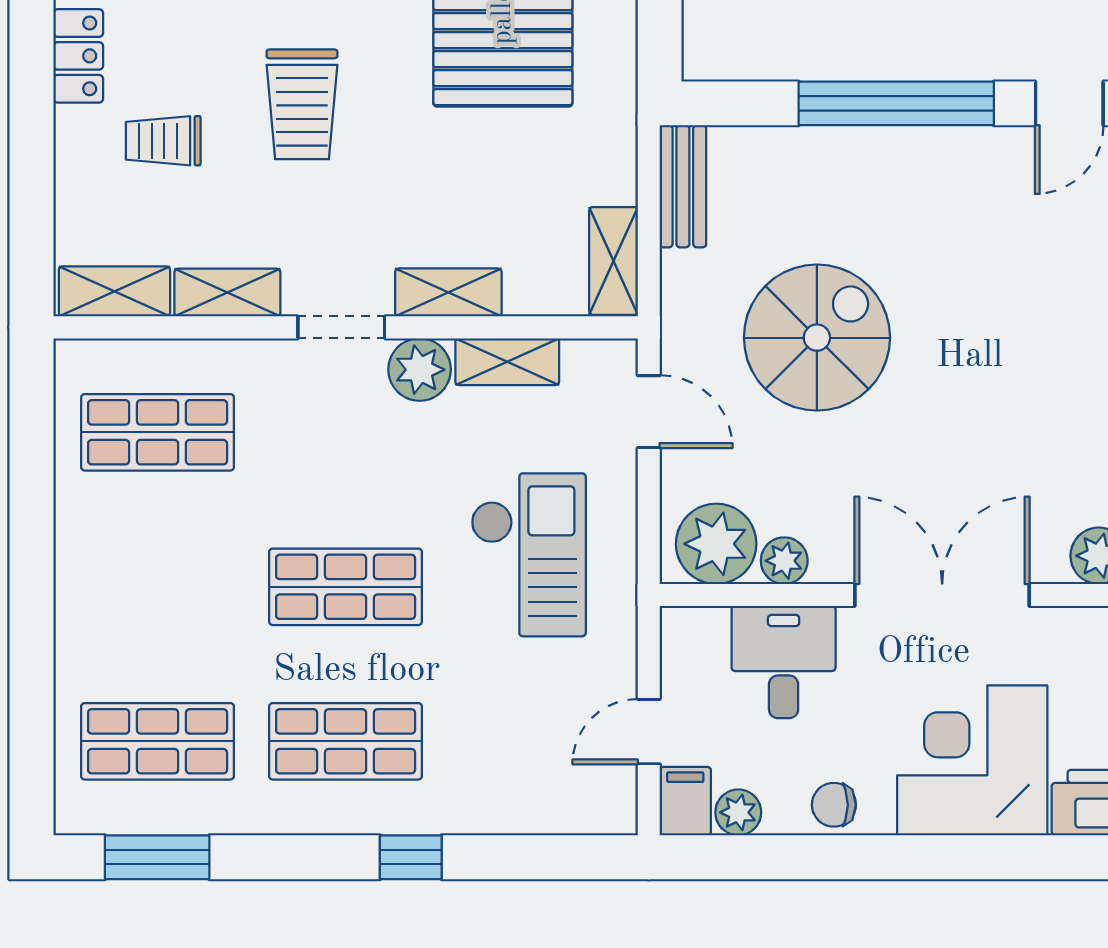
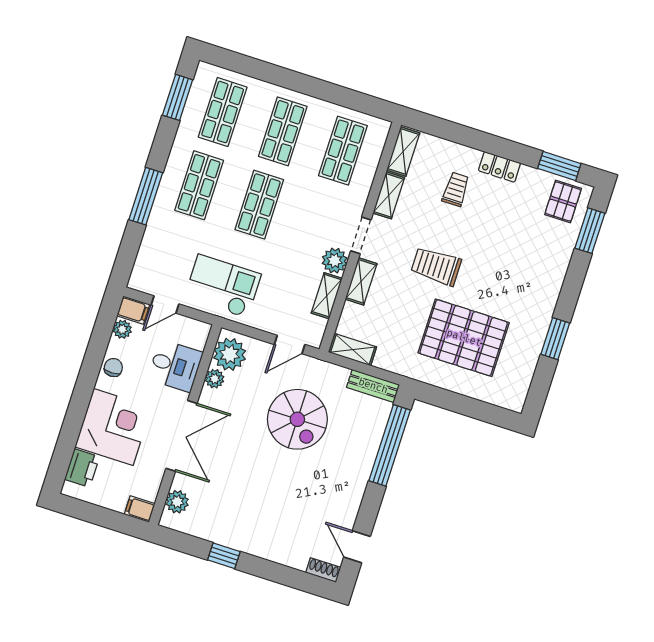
window: (896, 103) -> (390, 445), moved
trolley: (302, 104) -> (436, 266), moved
checkout: (528, 555) -> (223, 286), moved, turned 180
shop shelf: (158, 587) -> (283, 131), added
door: (649, 732) -> (165, 305), swing flipped
window: (411, 857) -> (146, 196), width x2.17

